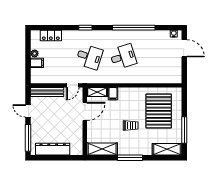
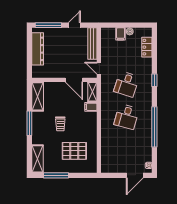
desk: (123, 57) -> (126, 117), turned 33
pallet: (159, 111) -> (74, 151), width x0.73, depth x0.71

